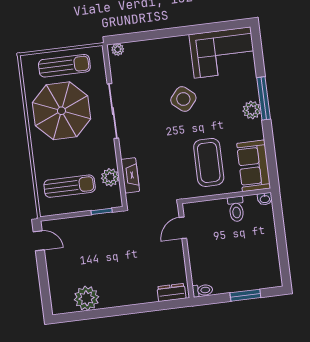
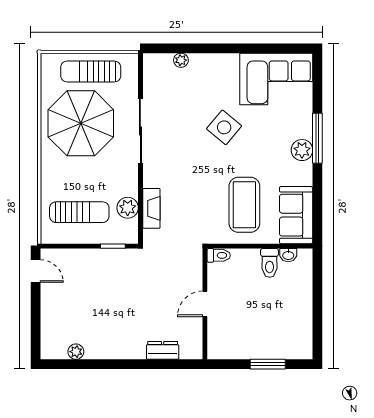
plant: (118, 49) -> (181, 60), moved
sun lounger: (64, 66) -> (91, 71), turned 180
washbasin: (265, 199) -> (288, 255), moved
door: (183, 228) -> (205, 304), moved
toilet: (203, 290) -> (219, 255), moved
dresser: (172, 292) -> (163, 350), moved
plant: (86, 298) -> (76, 352), width x0.53, depth x0.53

